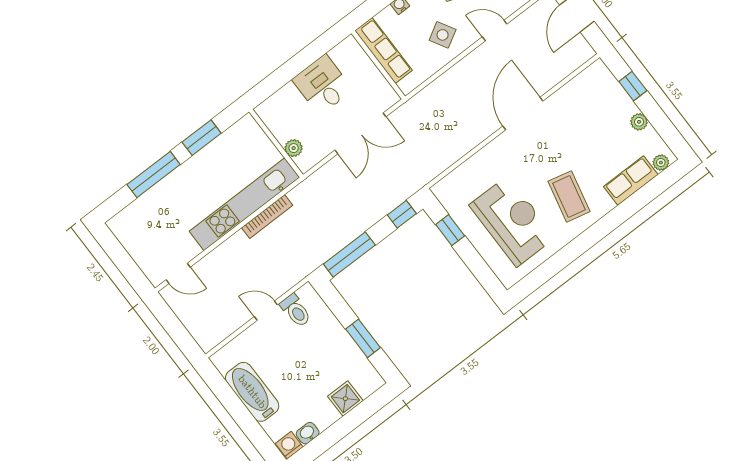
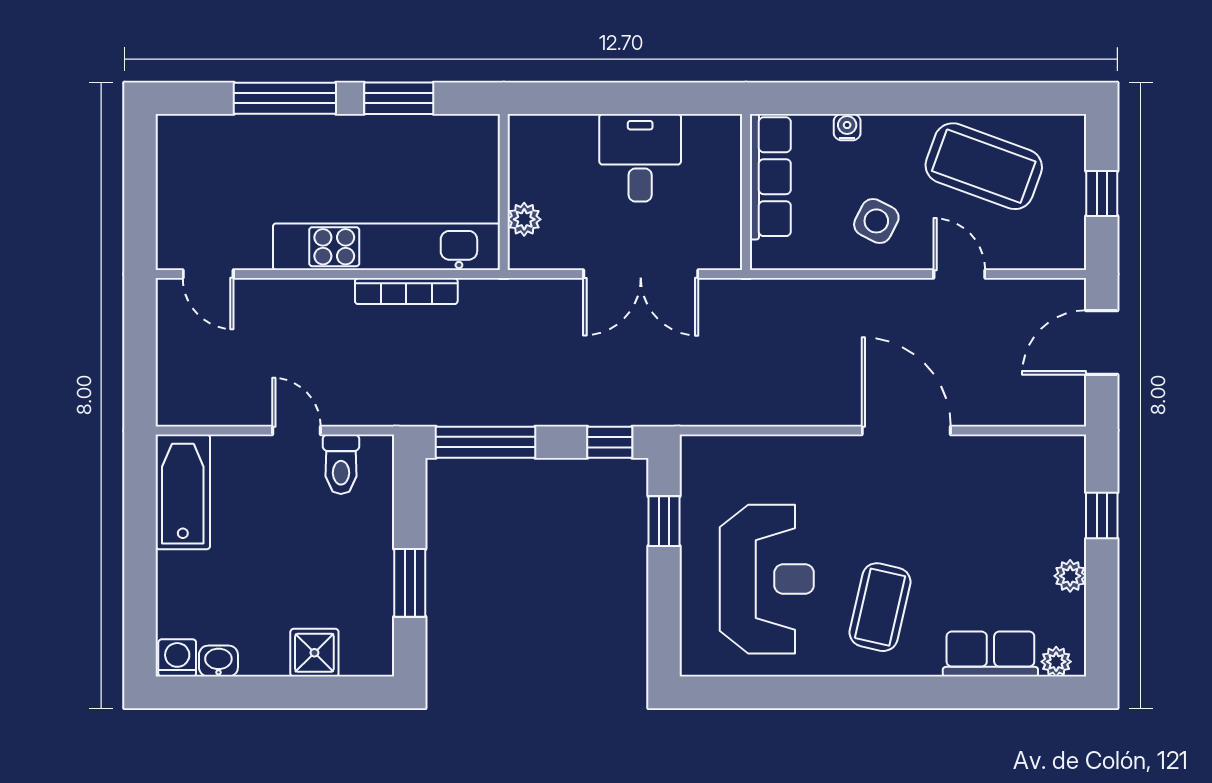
side table: (443, 35) -> (876, 221), turned -33
door: (523, 114) -> (906, 430), hinge flipped
bathtub: (252, 392) -> (183, 492), moved

